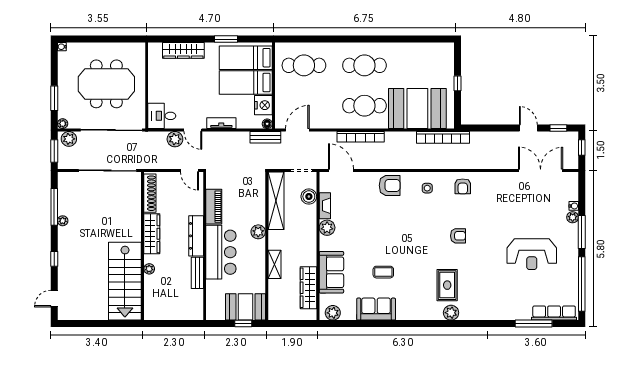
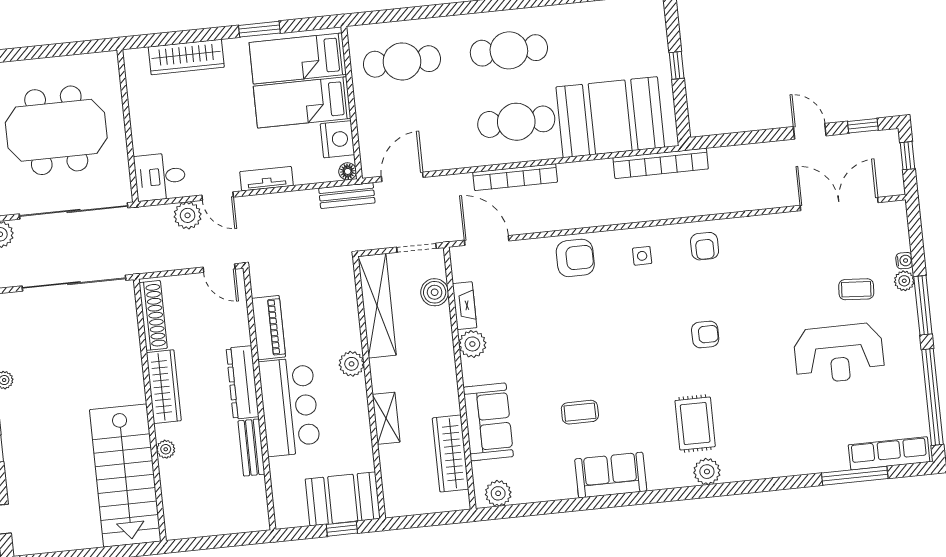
coffee table: (545, 219) -> (856, 289), added
sofa: (376, 309) -> (611, 475), moved

